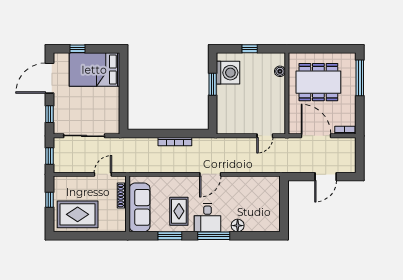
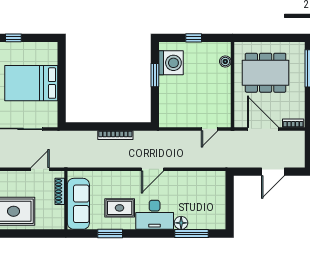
bed: (94, 70) -> (31, 83), moved
rug: (179, 211) -> (120, 208), turned 90
desk: (207, 218) -> (155, 215), width x1.37
window: (214, 236) -> (192, 234), moved

